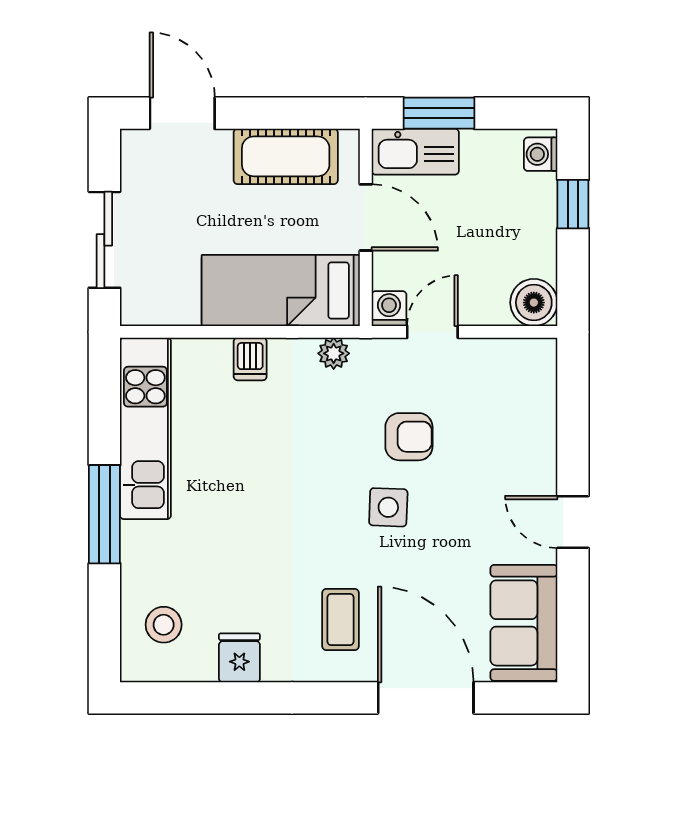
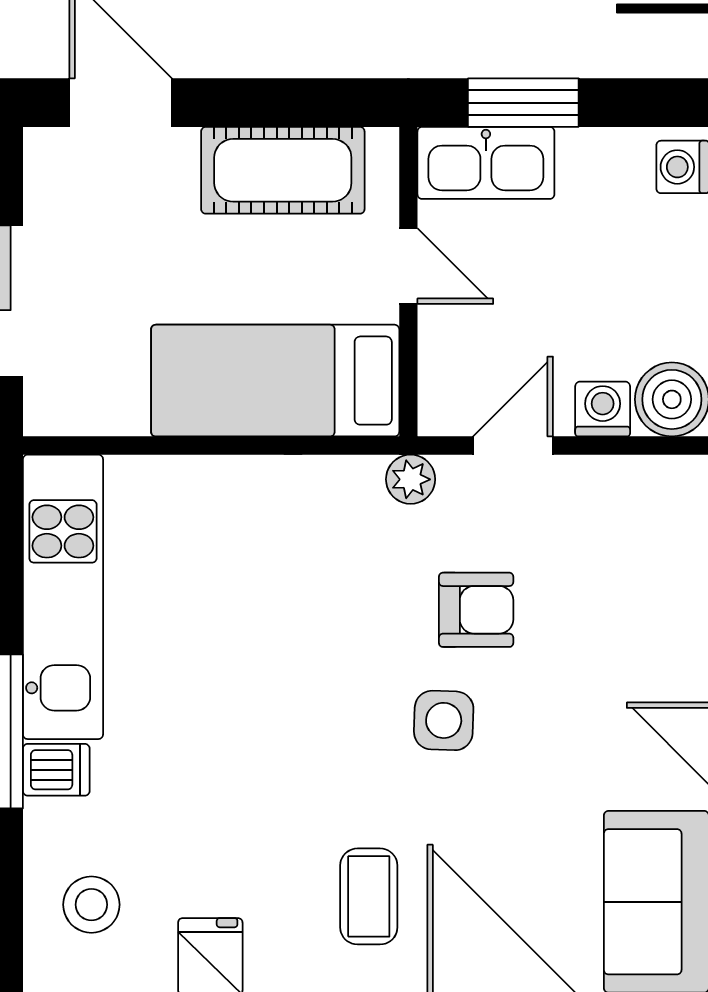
door: (366, 217) -> (408, 266), width x0.73
washing machine: (389, 309) -> (603, 409), moved
plant: (334, 353) -> (411, 479), moved
dishwasher: (250, 359) -> (56, 770), moved, turned -90

